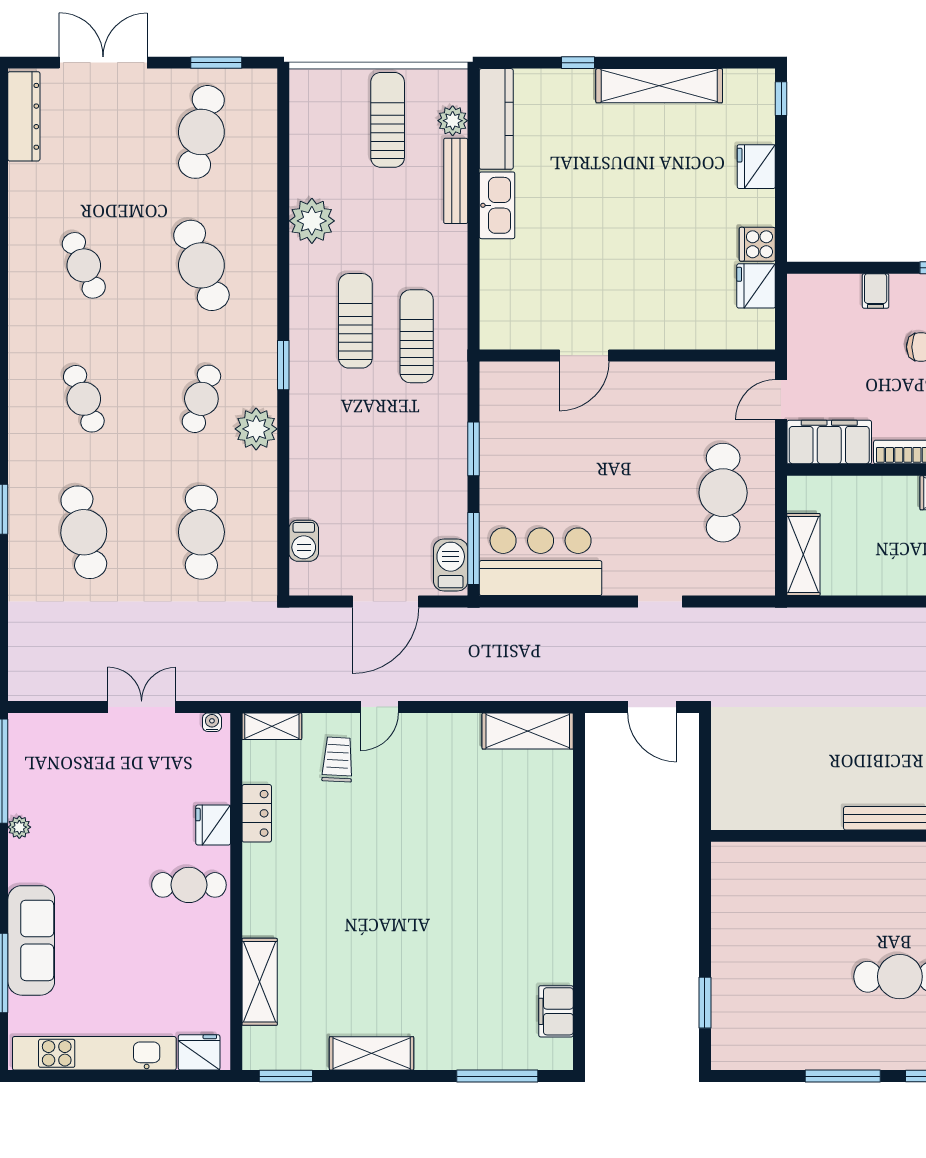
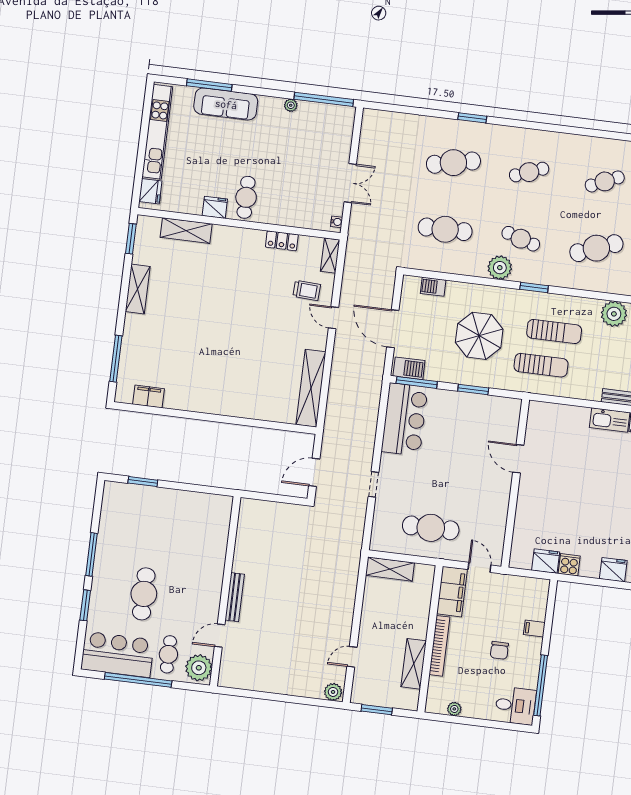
parasol: (379, 450) -> (479, 336), added
shelving: (528, 731) -> (311, 388), width x1.47
fridge: (213, 825) -> (215, 207), moved

